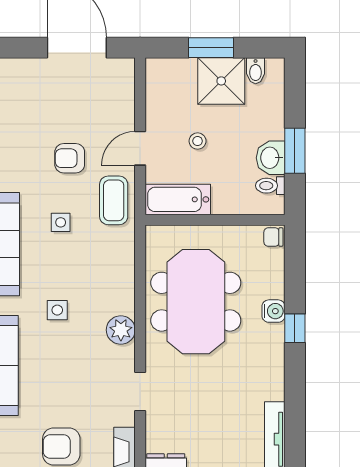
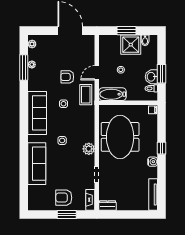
water cooler: (274, 311) -> (153, 162), moved

